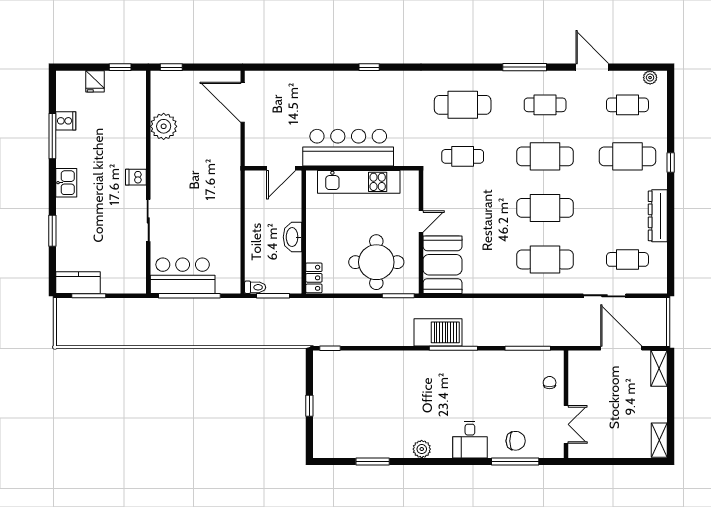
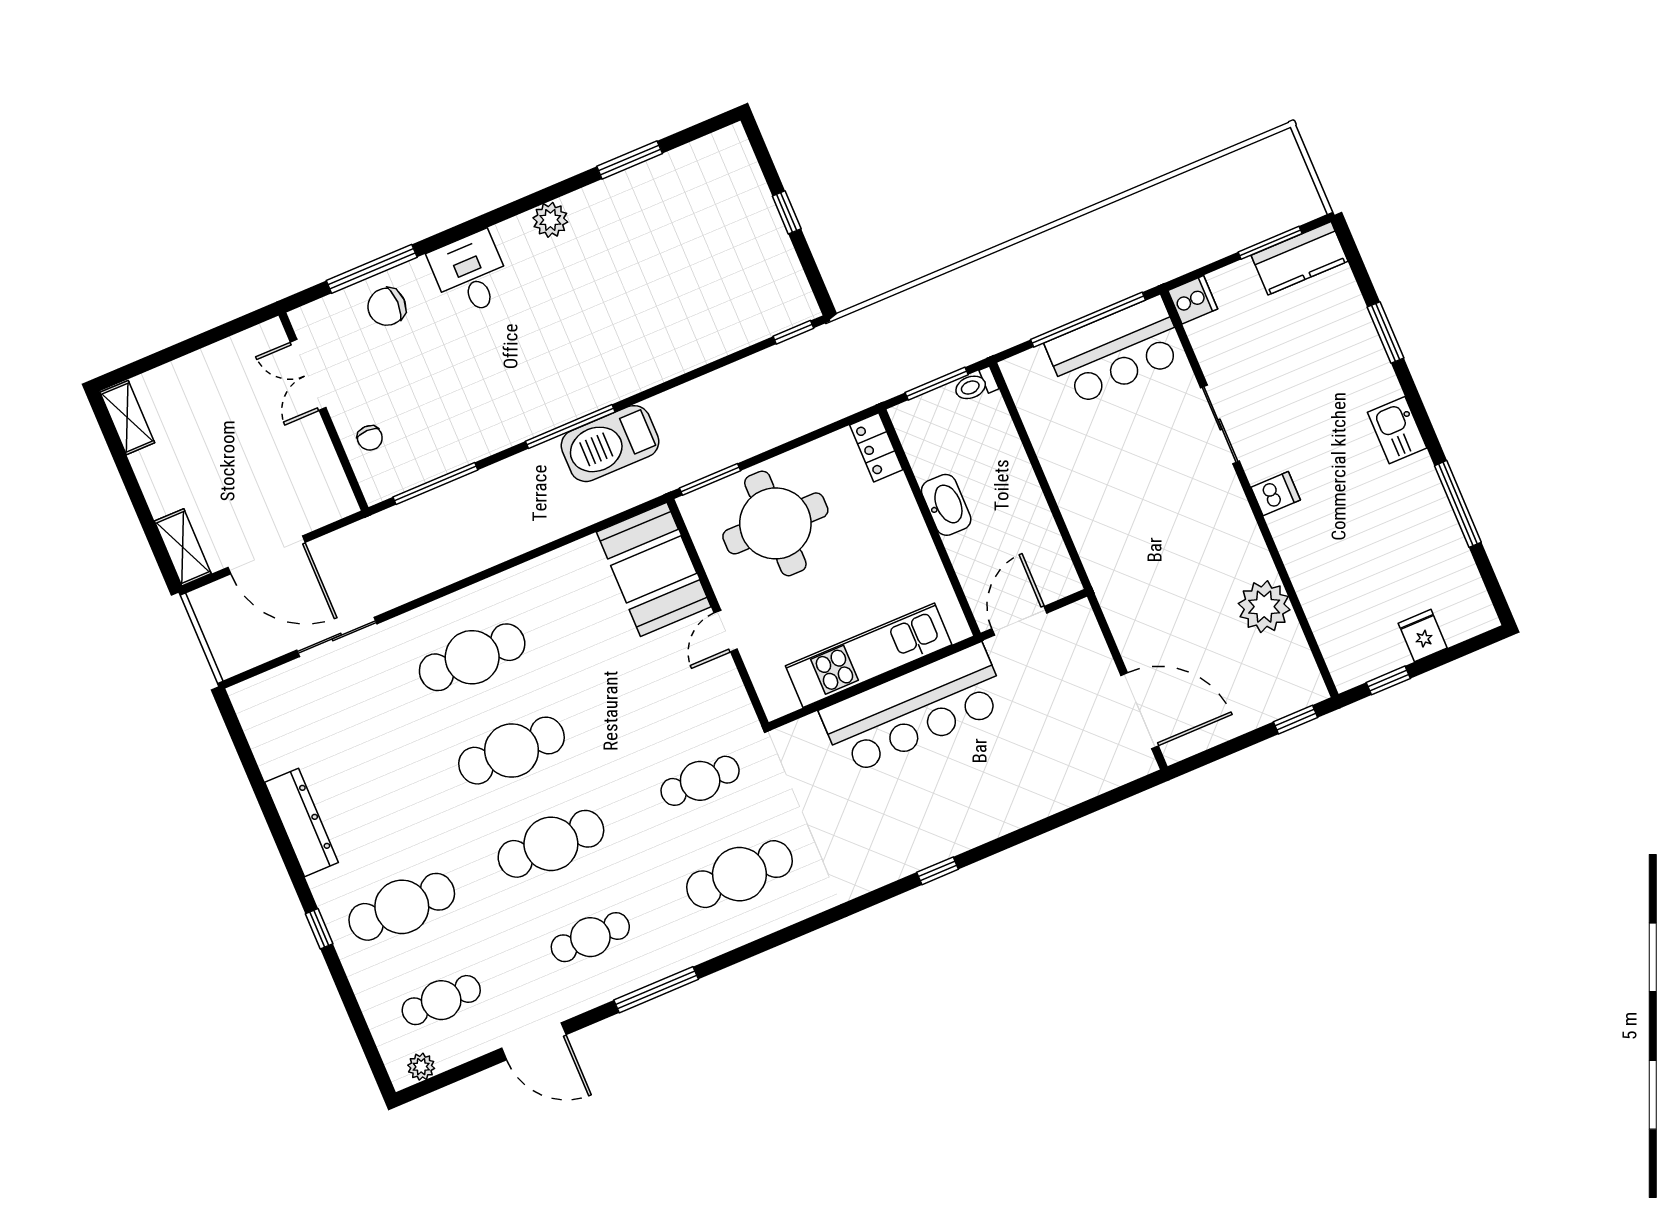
cooker: (66, 121) -> (1193, 300), moved, turned 180
cafe table: (627, 259) -> (323, 720), removed

